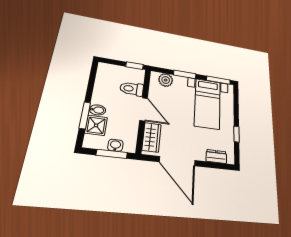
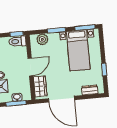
toilet: (132, 89) -> (17, 41), moved
door: (144, 109) -> (30, 67), hinge flipped

